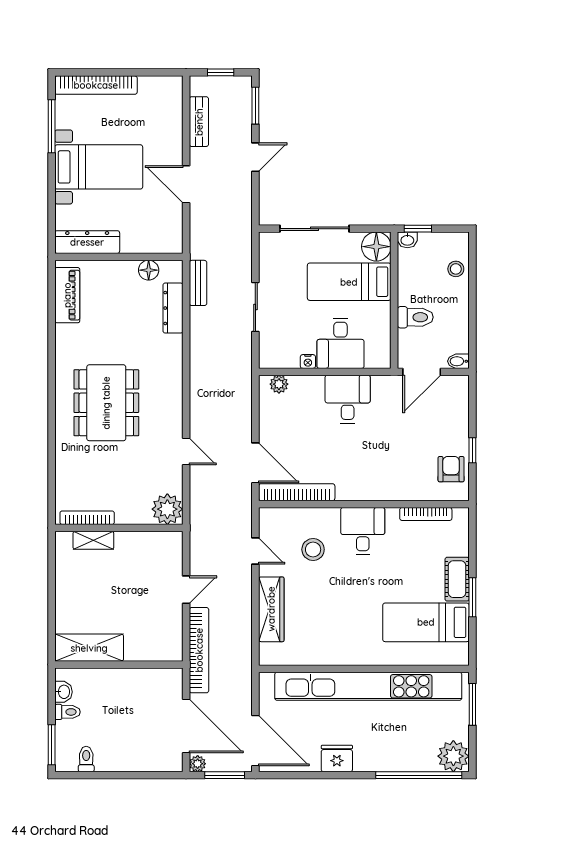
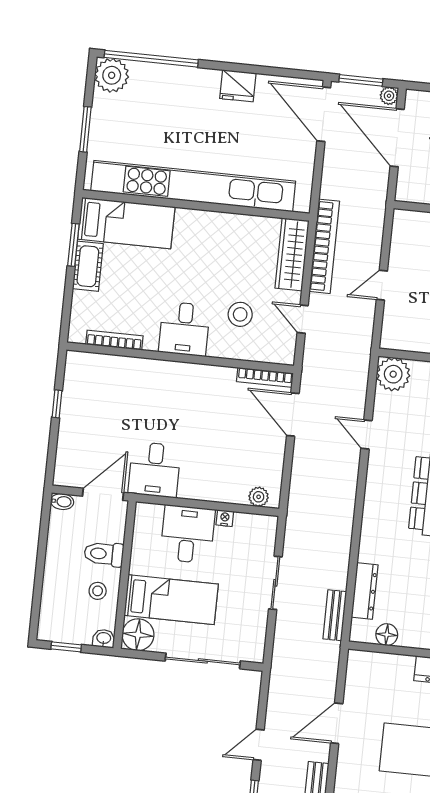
door: (186, 184) -> (337, 723), swing flipped
window: (418, 229) -> (66, 647), moved
stool: (456, 269) -> (98, 591), moved
desk: (348, 399) -> (155, 470), moved
armchair: (451, 469) -> (82, 386), removed
bookcase: (297, 492) -> (265, 377), width x0.68, depth x0.76
bookcase: (199, 650) -> (324, 246), moved, turned 180
wall: (364, 669) -> (196, 205), moved
kitchen unit: (368, 686) -> (193, 186), moved

